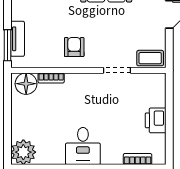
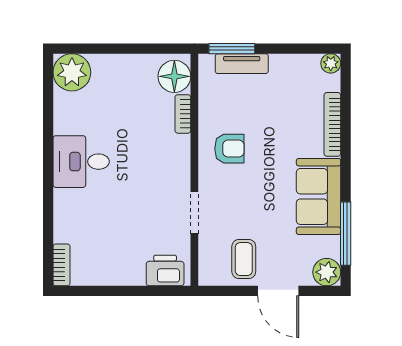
coffee table: (150, 58) -> (244, 259), moved
printer: (156, 120) -> (165, 270), moved
bookcase: (138, 159) -> (62, 265), moved

